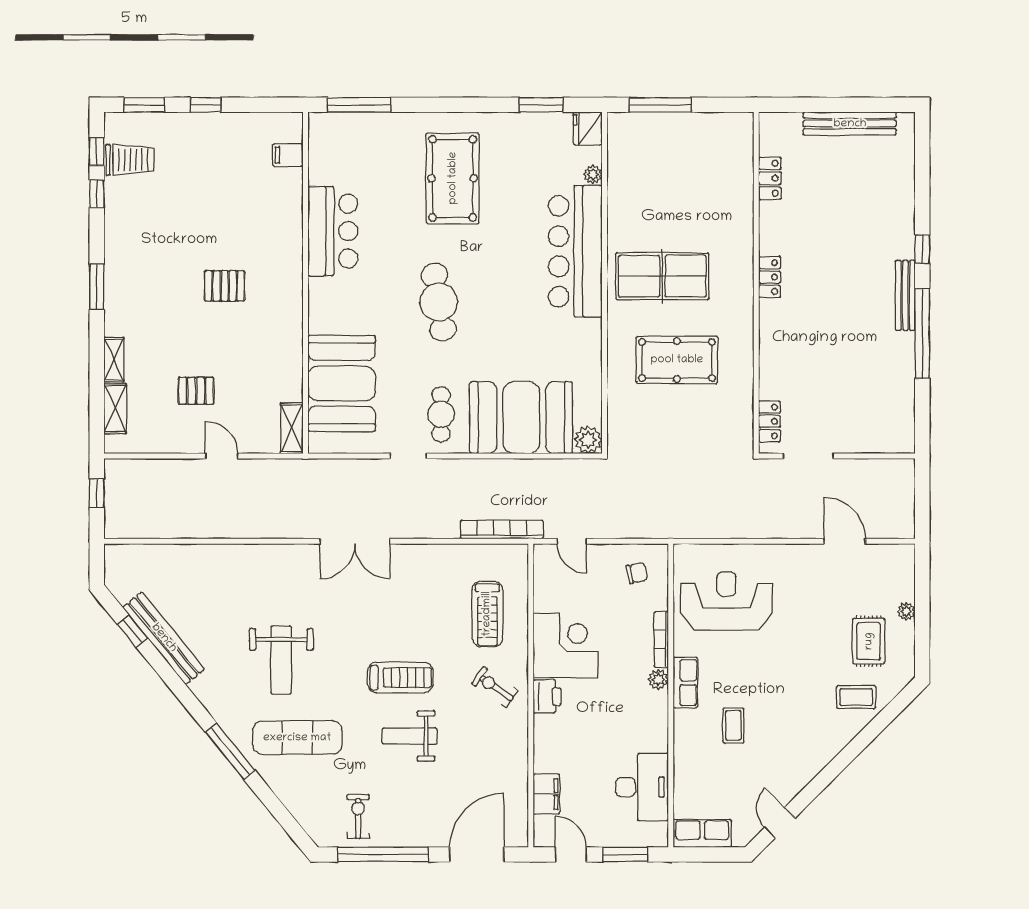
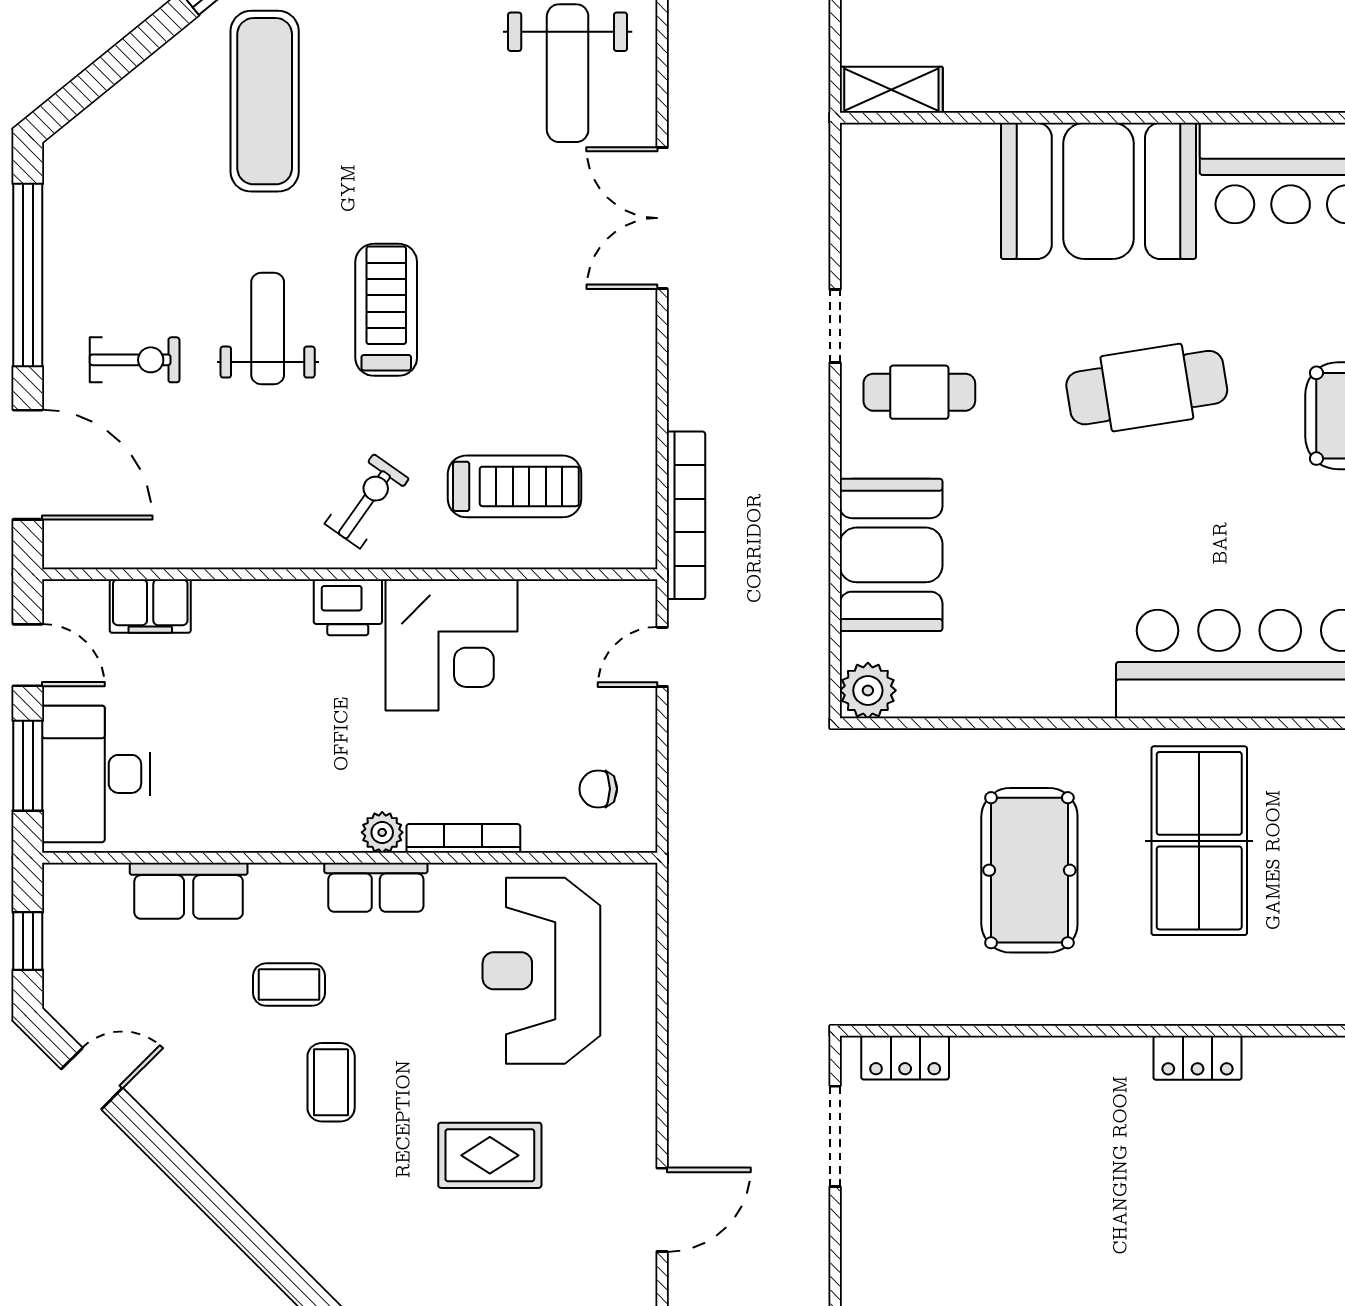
booth: (342, 383) -> (1098, 191), moved
booth: (521, 418) -> (891, 555), width x0.73, depth x0.70
chair: (637, 573) -> (598, 789), turned 102
reception desk: (727, 601) -> (541, 971), turned 180
treadmill: (487, 614) -> (515, 486), turned 180
rug: (869, 641) -> (490, 1155), moved
weight bench: (281, 660) -> (568, 73), moved, turned -90
treadmill: (400, 677) -> (386, 310), turned 180
coffee table: (856, 697) -> (331, 1082), moved
desk: (642, 787) -> (96, 774), moved, turned 90
exercise bike: (358, 816) -> (135, 360), moved
row of seats: (702, 833) -> (189, 891), moved, turned 90
door: (571, 854) -> (28, 655), hinge flipped
window: (712, 854) -> (28, 941), added

